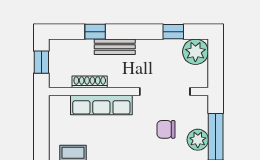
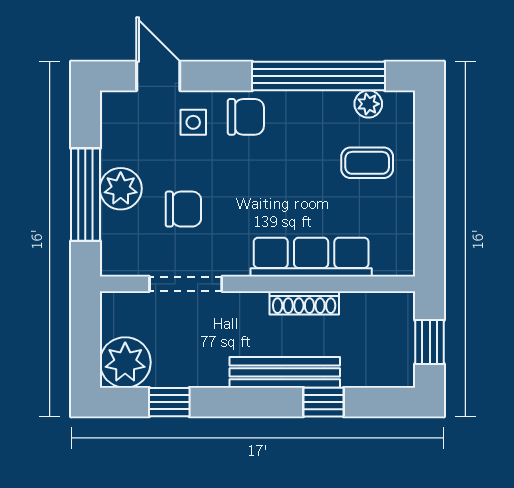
bench: (115, 47) -> (285, 372), width x1.36
shoe rack: (90, 82) -> (304, 303), moved
doorway: (165, 92) -> (186, 284), width x0.73

